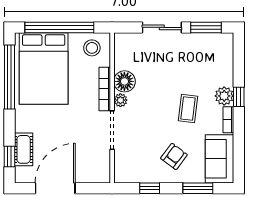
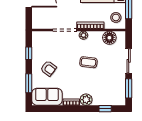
floor lamp: (124, 81) -> (109, 38), moved
window: (239, 97) -> (105, 109), moved
coffee table: (188, 108) -> (88, 62), moved

